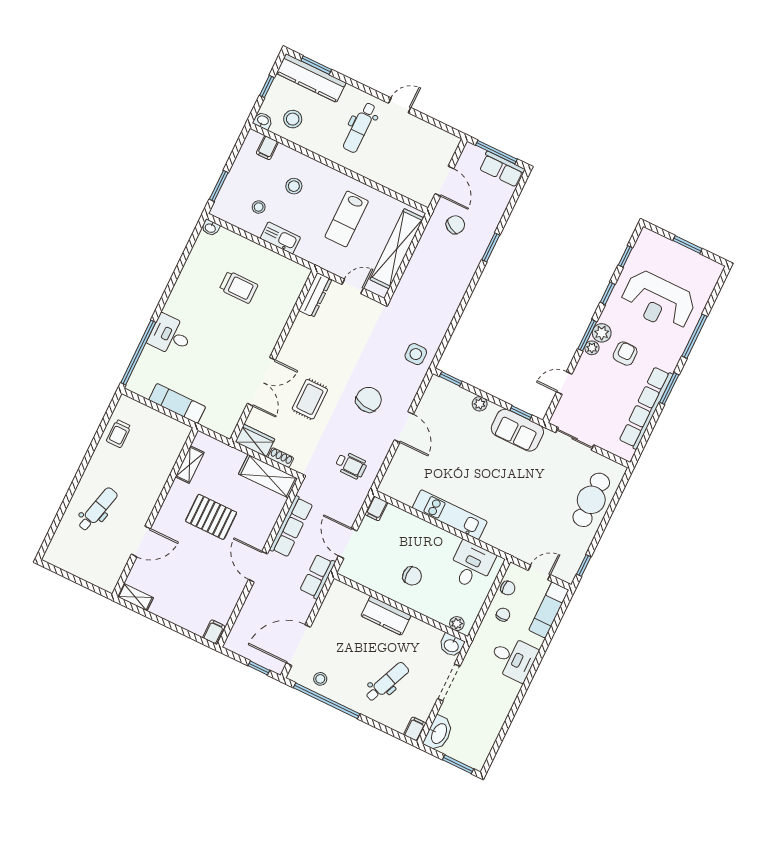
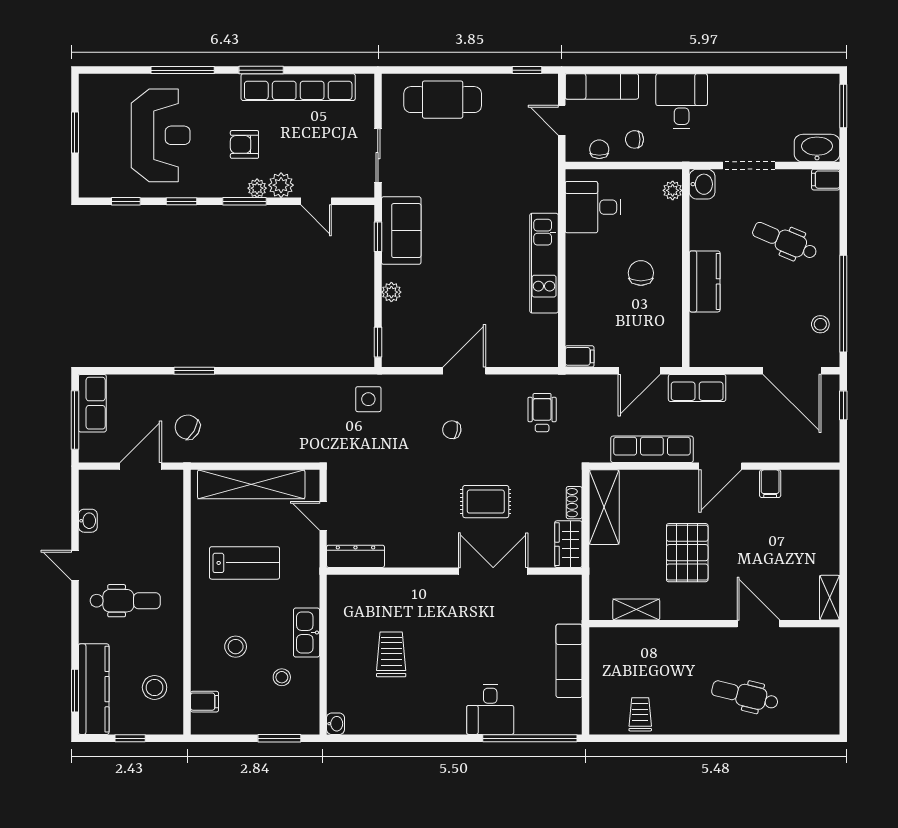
washbasin: (263, 121) -> (88, 521), moved, turned 180
plant: (602, 333) -> (281, 185), moved
chair: (369, 400) -> (452, 430), width x0.54, depth x0.54
trolley: (119, 434) -> (640, 714), turned -90
filing cabinet: (214, 632) -> (770, 484), moved, turned -90

